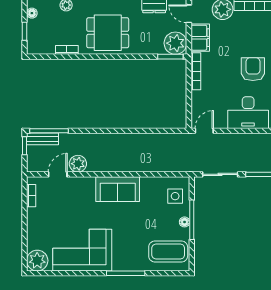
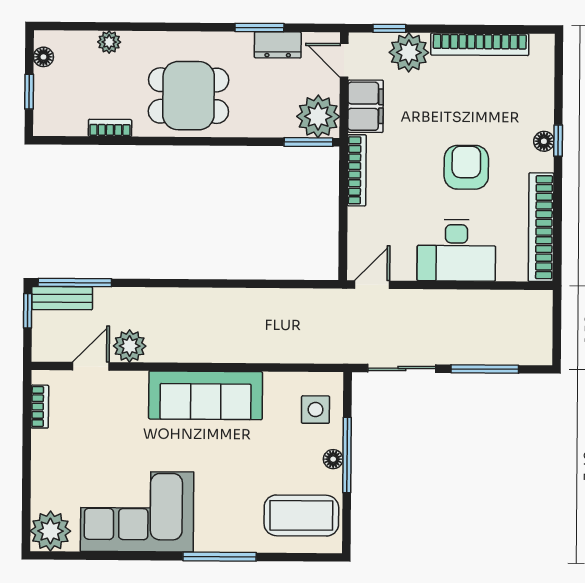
sofa: (118, 189) -> (206, 395), width x1.36

